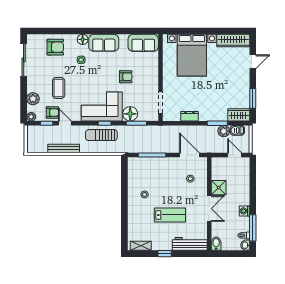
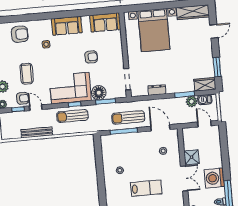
floor lamp: (83, 39) -> (46, 24), removed
sun lounger: (158, 142) -> (128, 117), added
washing machine: (244, 211) -> (214, 178), width x1.89, depth x1.89

